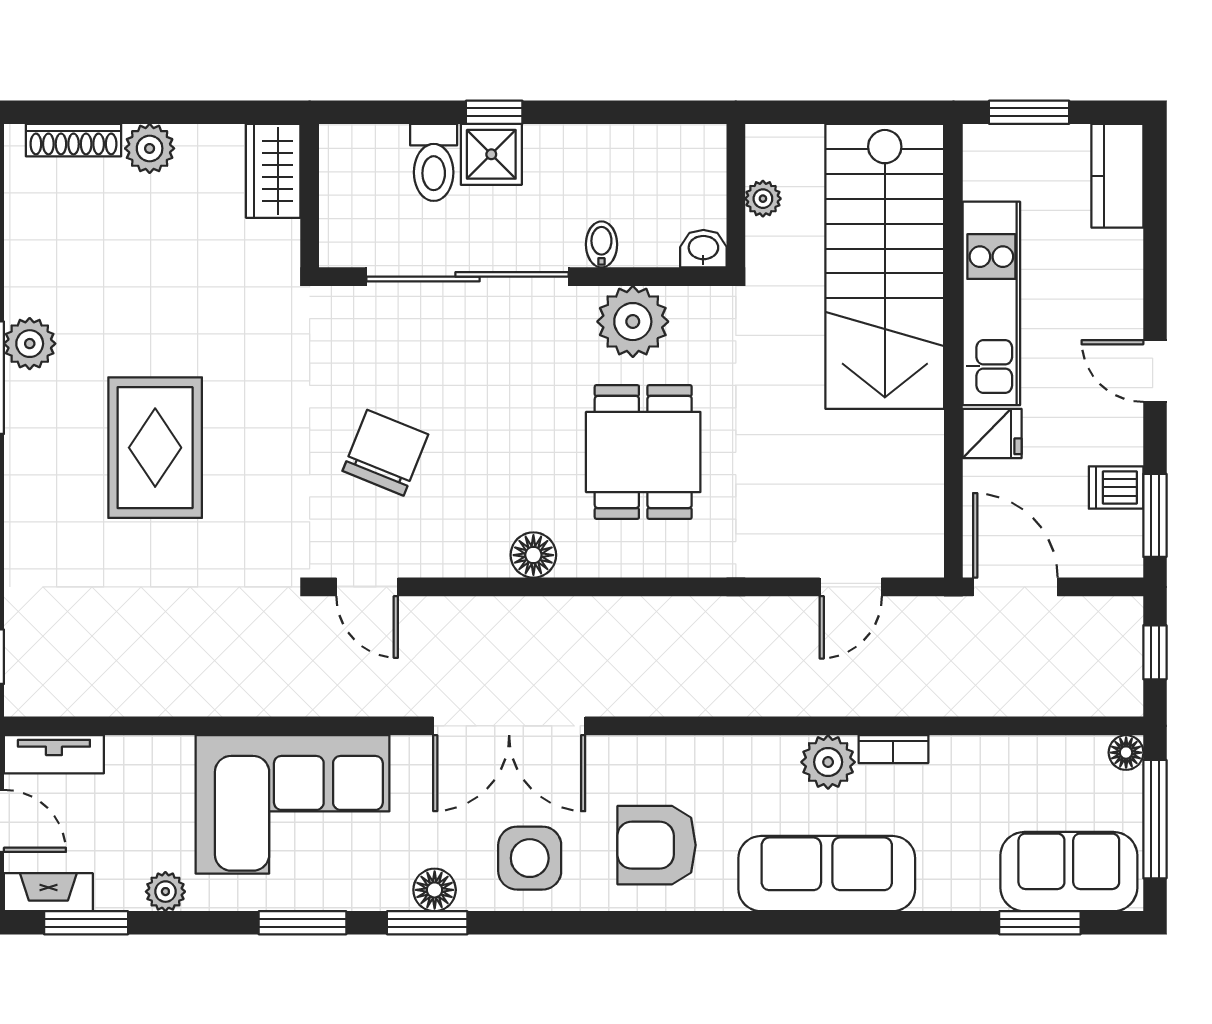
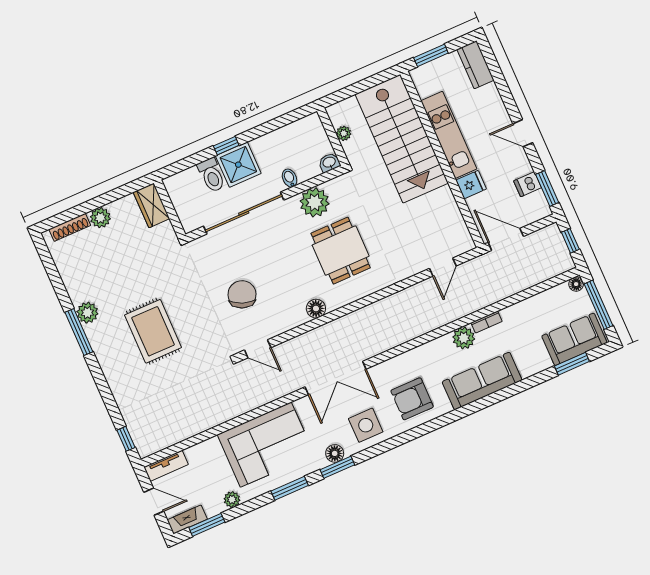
shower: (491, 154) -> (238, 165), width x1.36, depth x1.36

